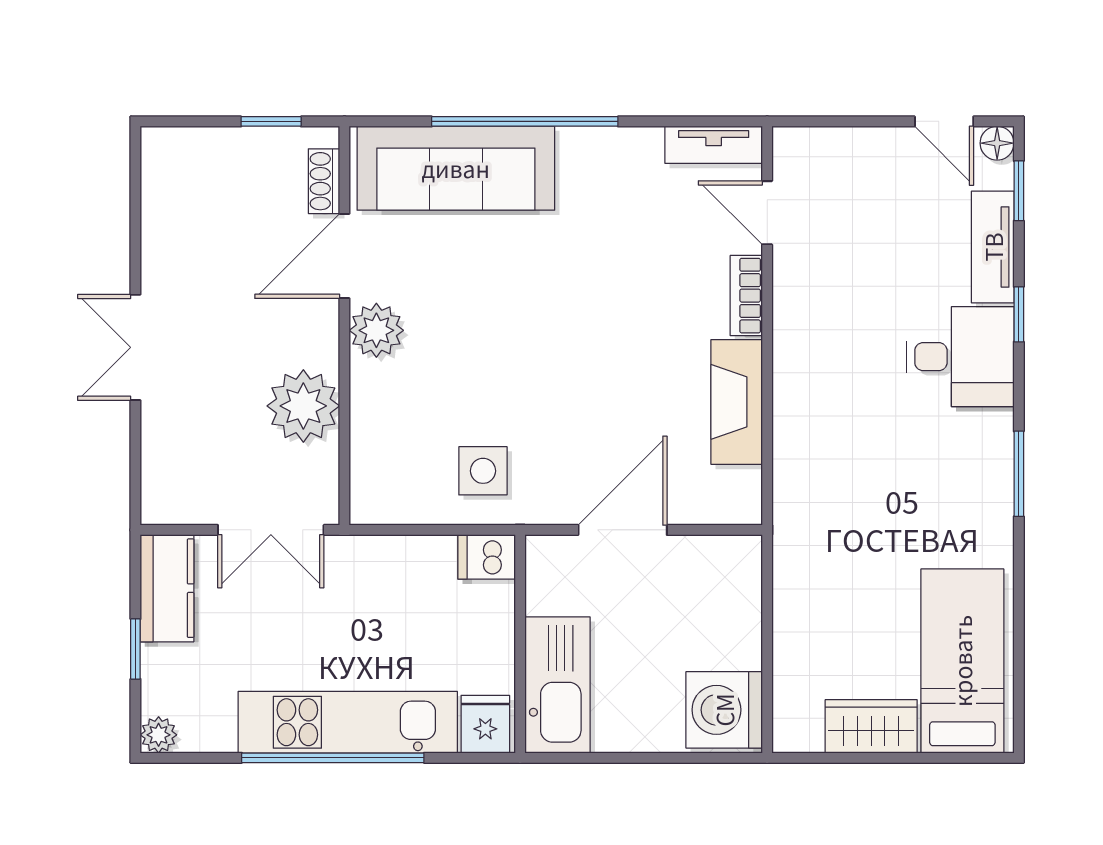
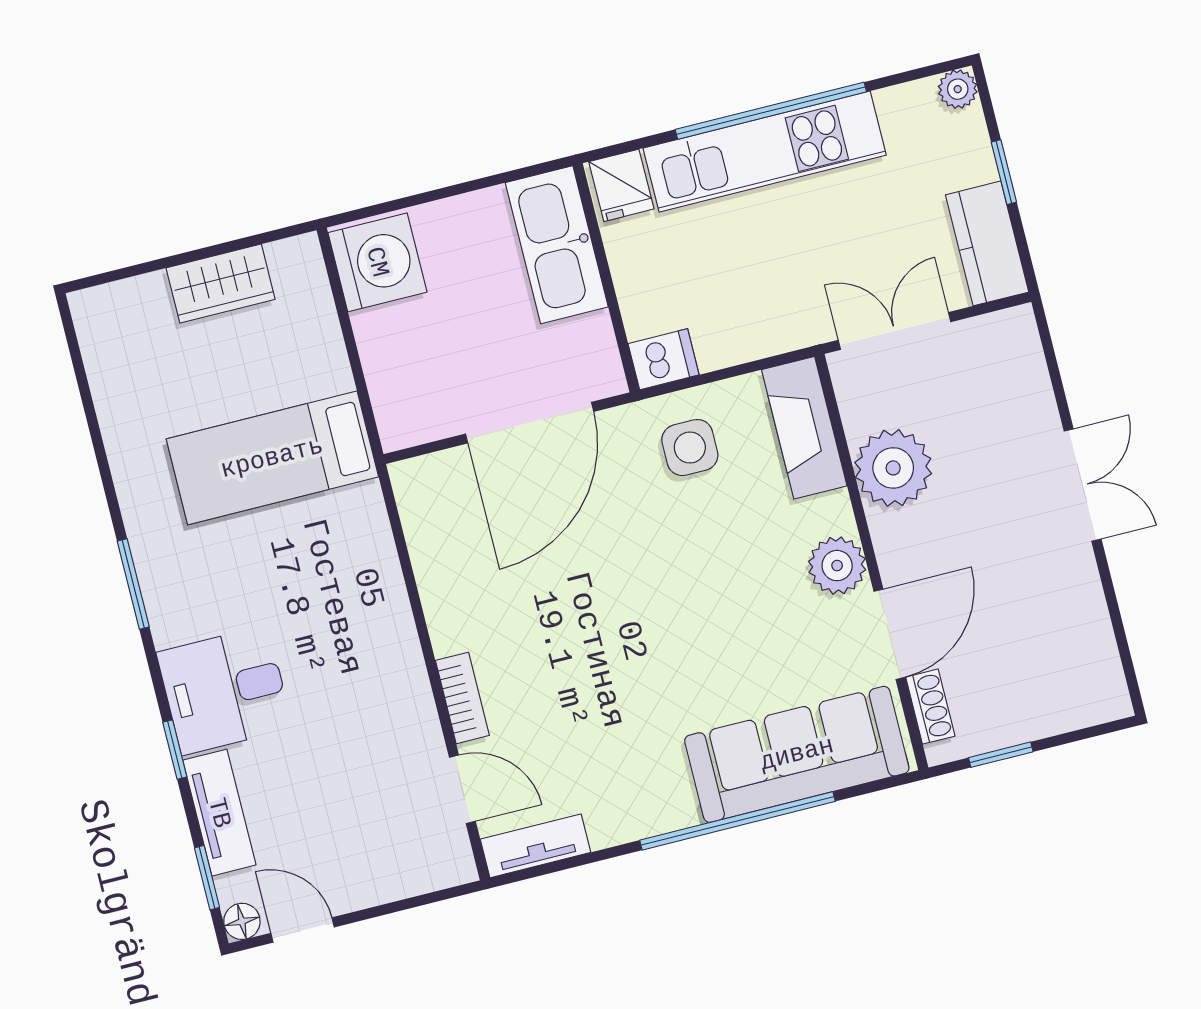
fireplace: (737, 402) -> (804, 428), moved, turned 180
door: (623, 530) -> (530, 423), width x1.36
bed: (962, 661) -> (272, 458), moved, turned 90

